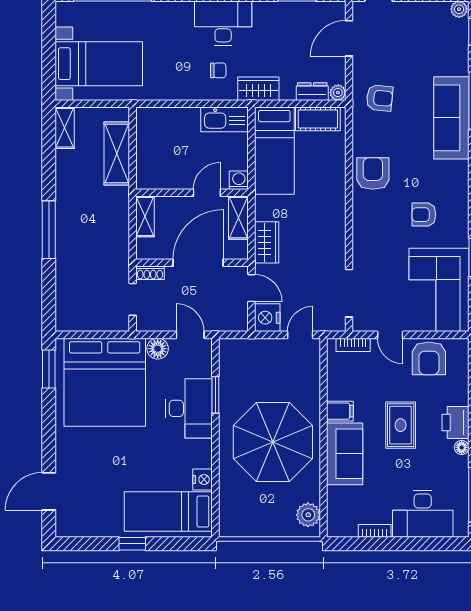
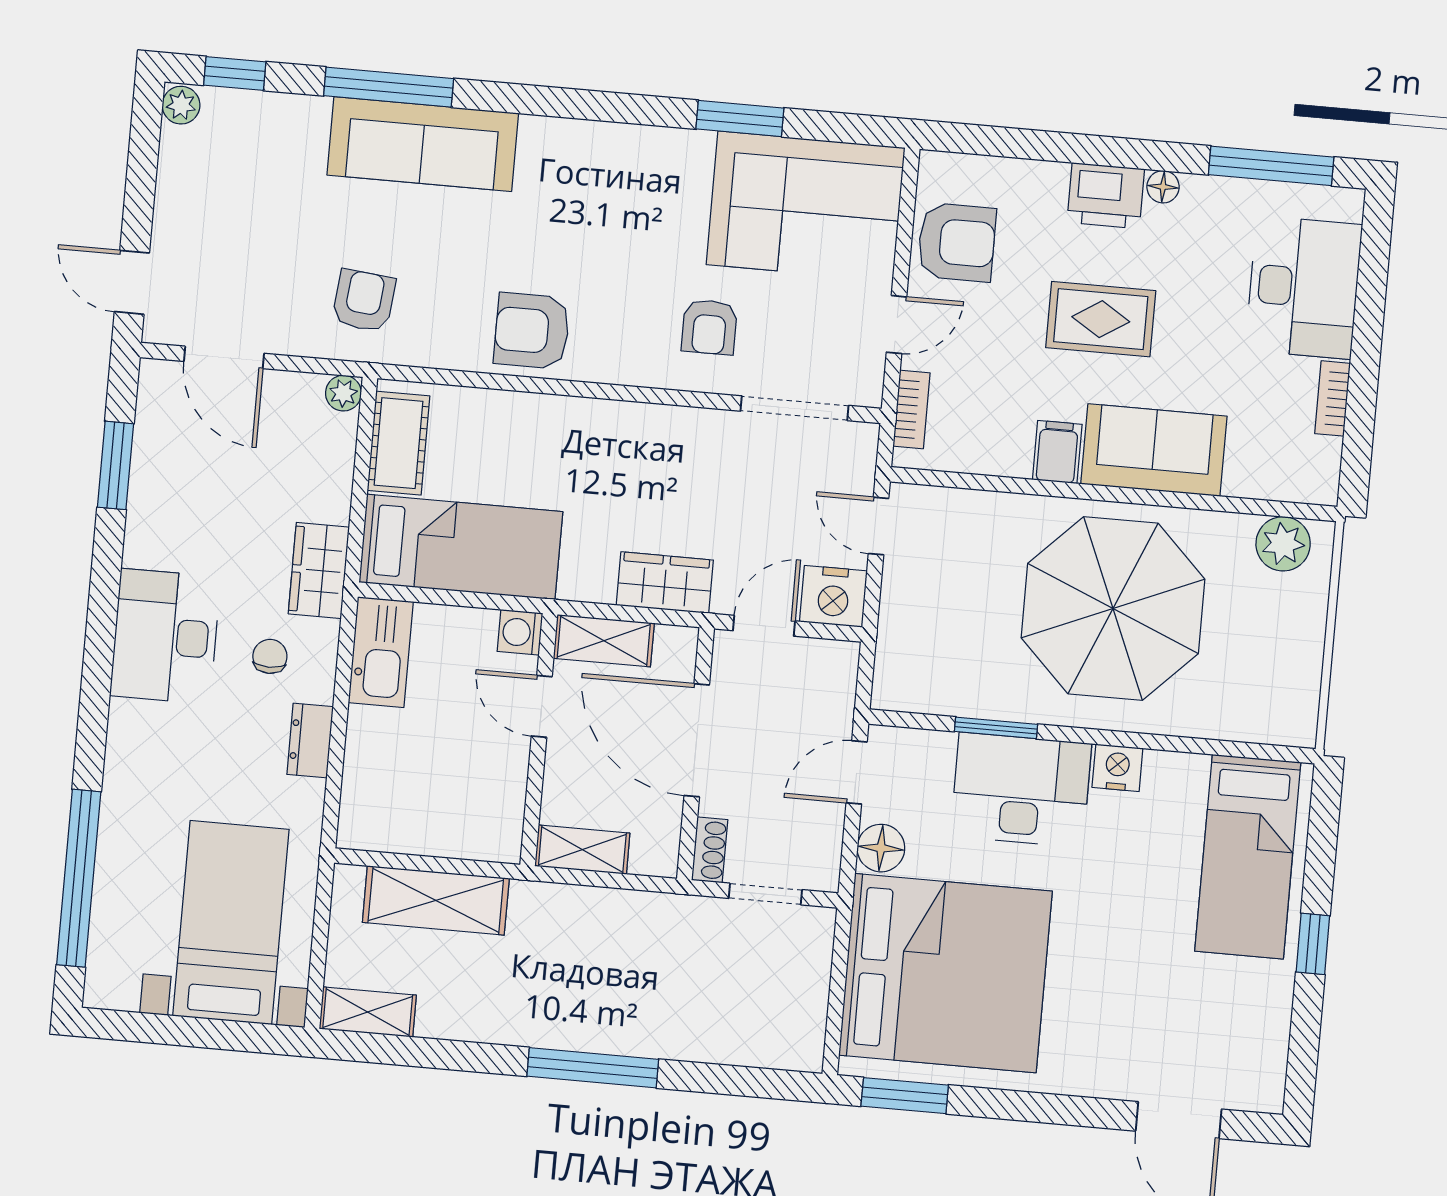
dresser: (312, 92) -> (310, 741), moved
armchair: (424, 215) -> (709, 327), moved
nightstand: (202, 479) -> (1117, 768), moved

